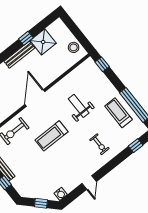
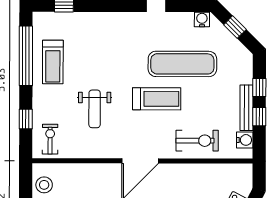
window: (102, 64) -> (26, 119), moved
exercise bike: (99, 144) -> (50, 139), moved
exercise mat: (53, 164) -> (182, 64), added

